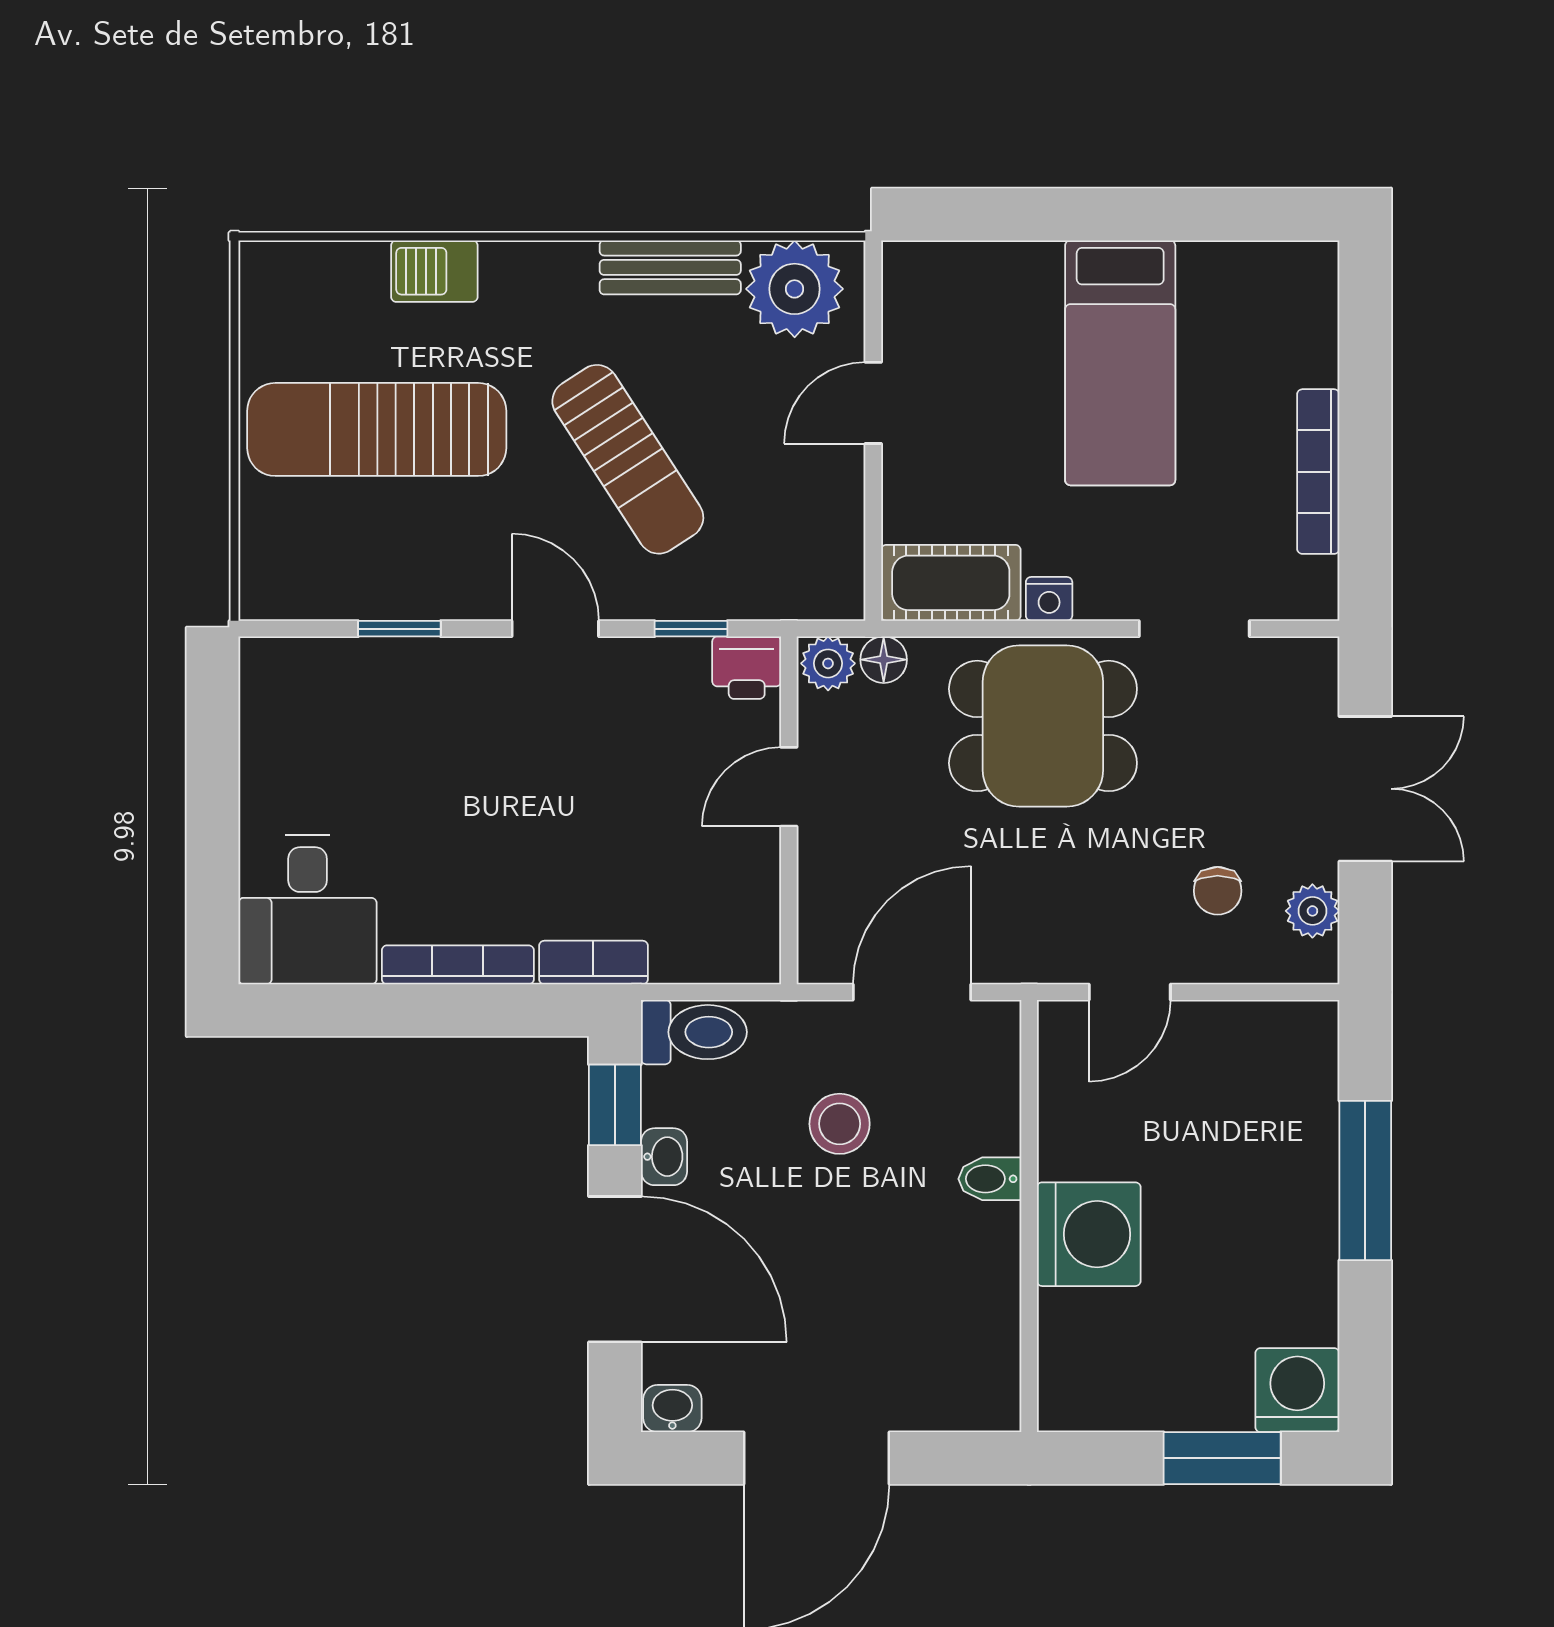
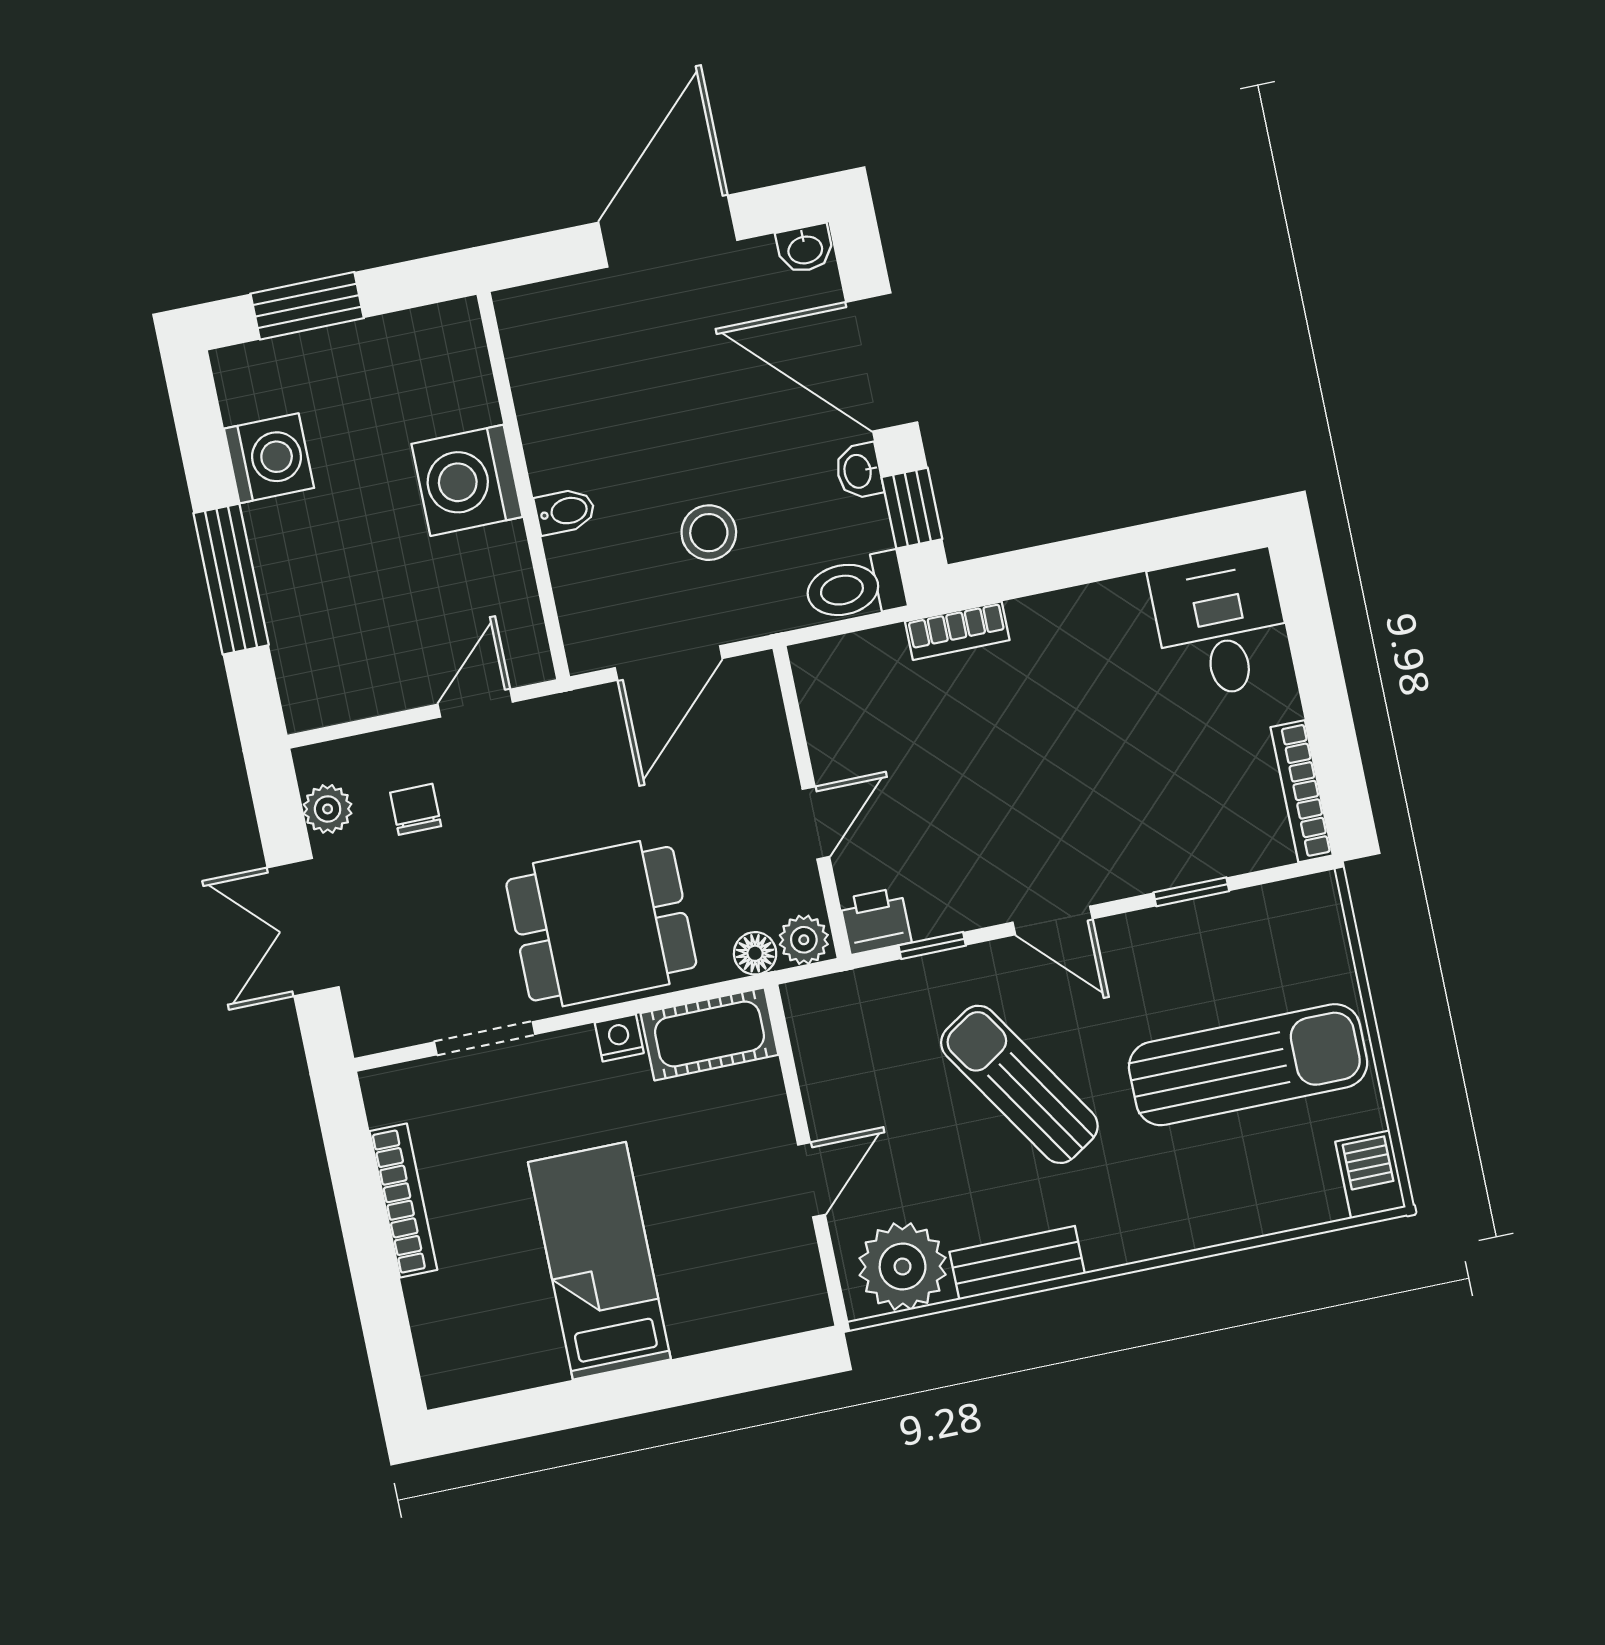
barbecue: (434, 271) -> (1370, 1174), moved, turned -90
bookcase: (458, 965) -> (1302, 791), moved, turned 90
washing machine: (1297, 1390) -> (269, 458), moved, turned -90

